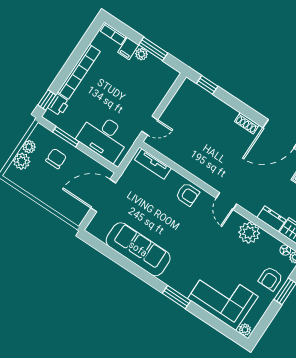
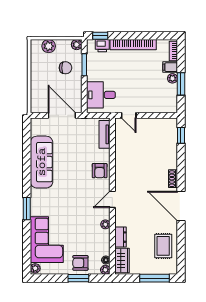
desk: (104, 137) -> (101, 95), width x0.73
plant: (29, 147) -> (77, 45), moved
plant: (249, 233) -> (105, 224), width x0.53, depth x0.53

